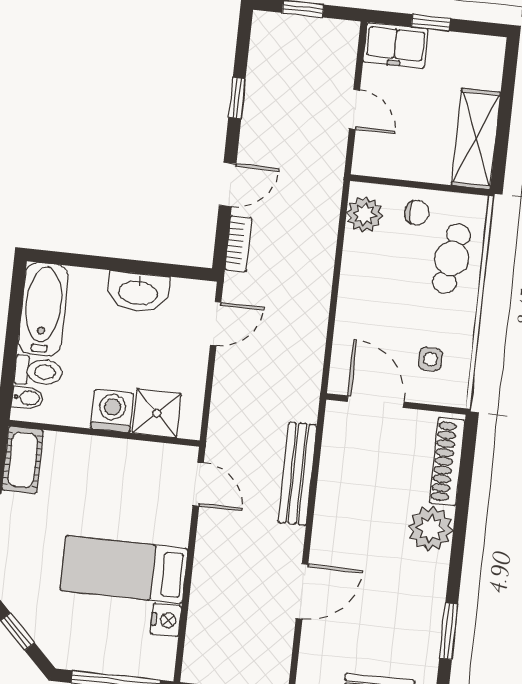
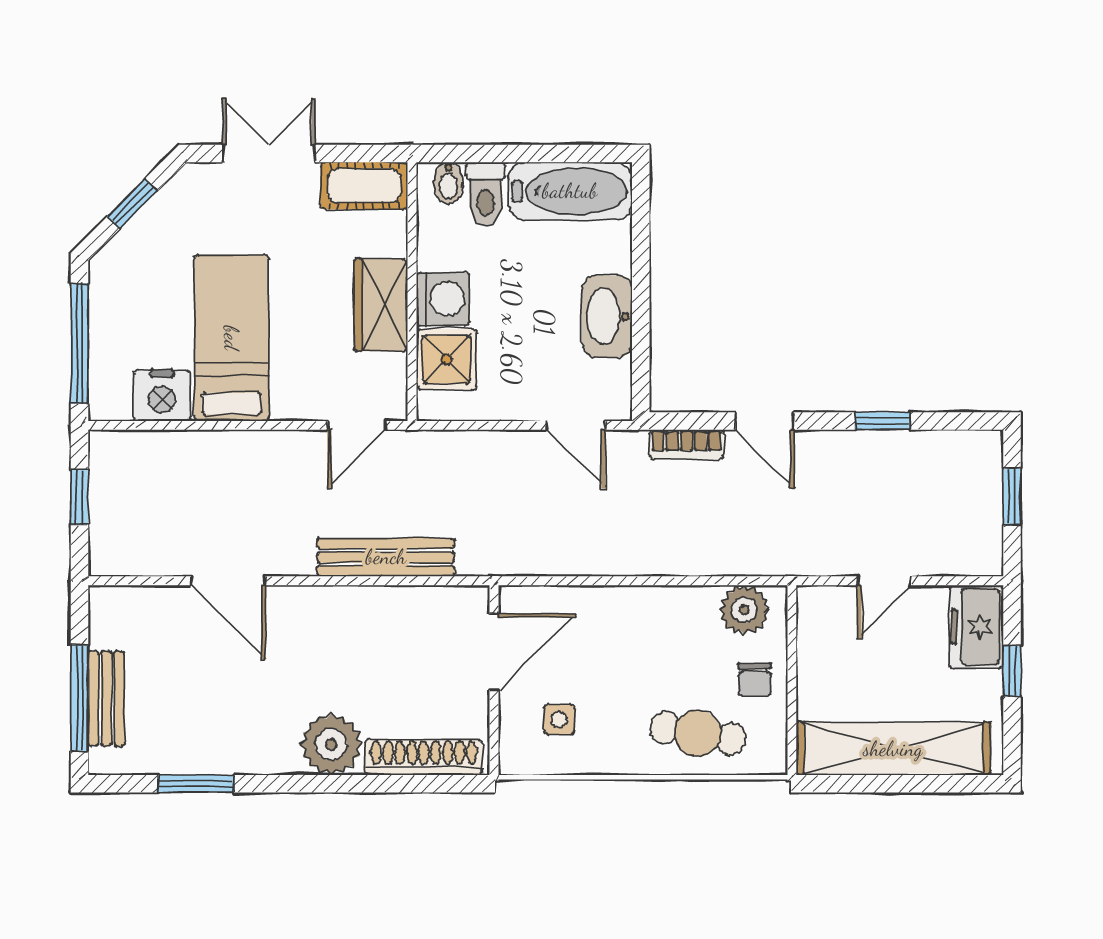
shelving: (476, 139) -> (893, 749), width x1.47
wardrobe: (112, 457) -> (381, 305), added
nightstand: (166, 620) -> (162, 395), width x1.36, depth x1.33

